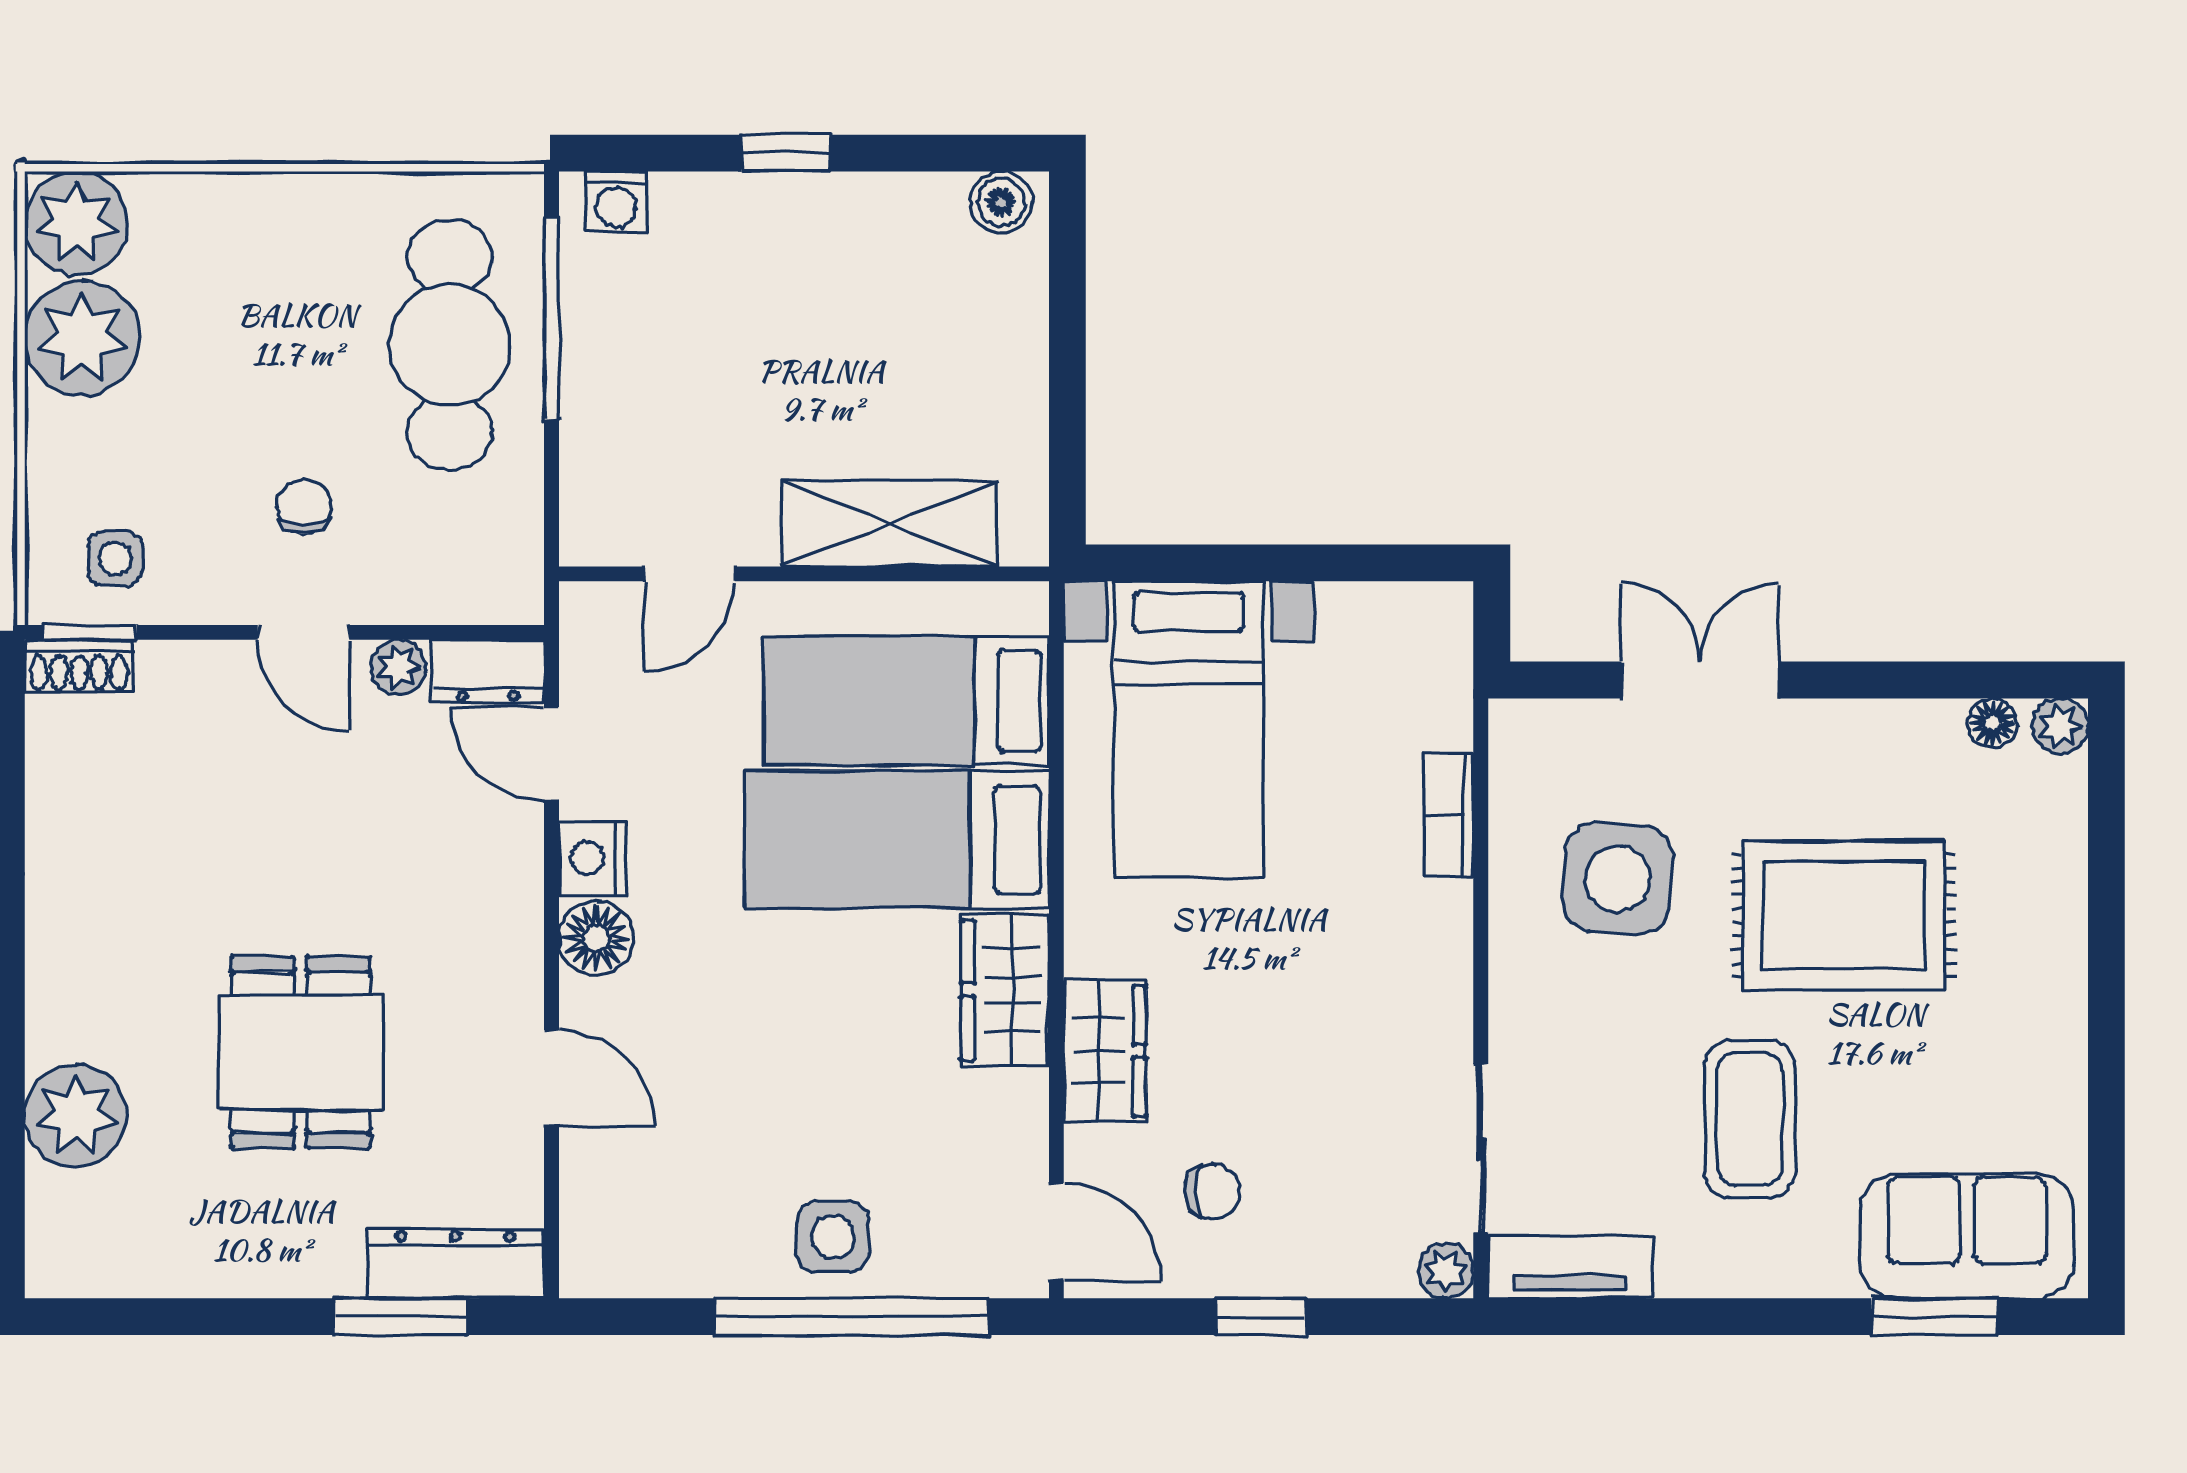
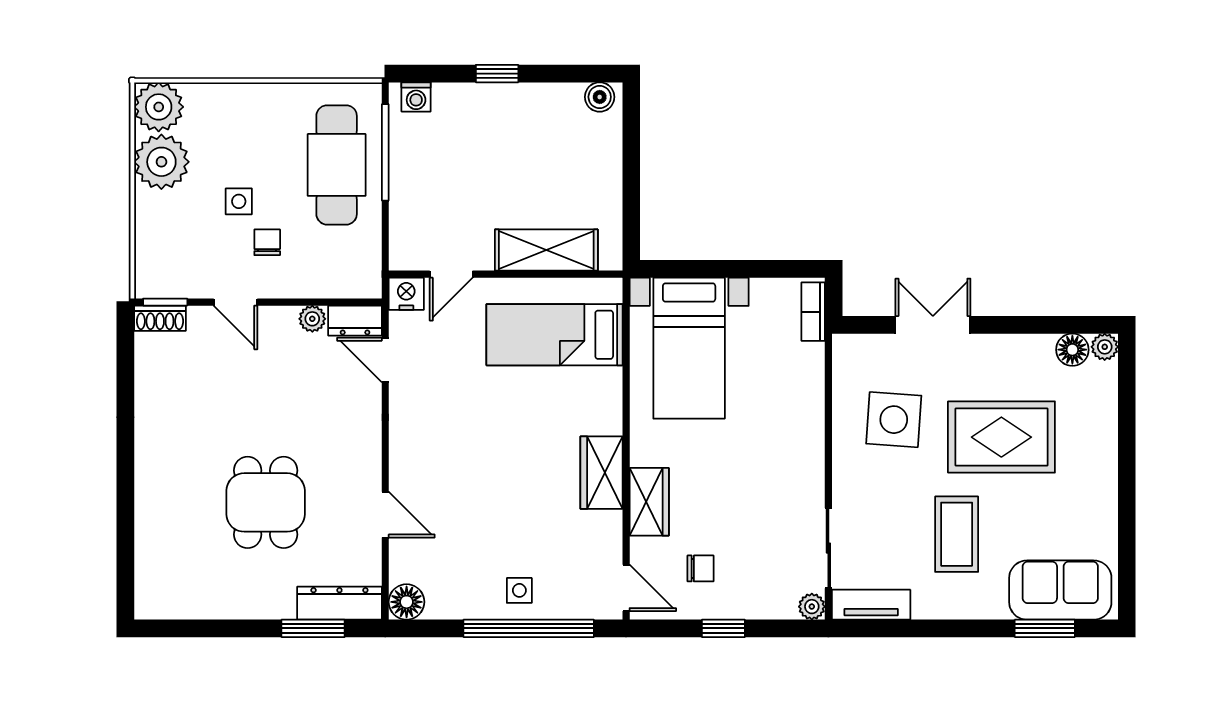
side table: (115, 558) -> (239, 201), moved
door: (303, 632) -> (236, 302), moved
floor lamp: (1992, 723) -> (1072, 350), width x1.37, depth x1.37
bookcase: (1449, 816) -> (813, 312), moved
bed: (897, 839) -> (550, 401), removed
nightstand: (593, 858) -> (406, 294), moved, turned 90
floor lamp: (596, 938) -> (407, 602), moved
plant: (76, 1115) -> (158, 532), removed
side table: (833, 1237) -> (519, 590), width x0.73, depth x0.73

